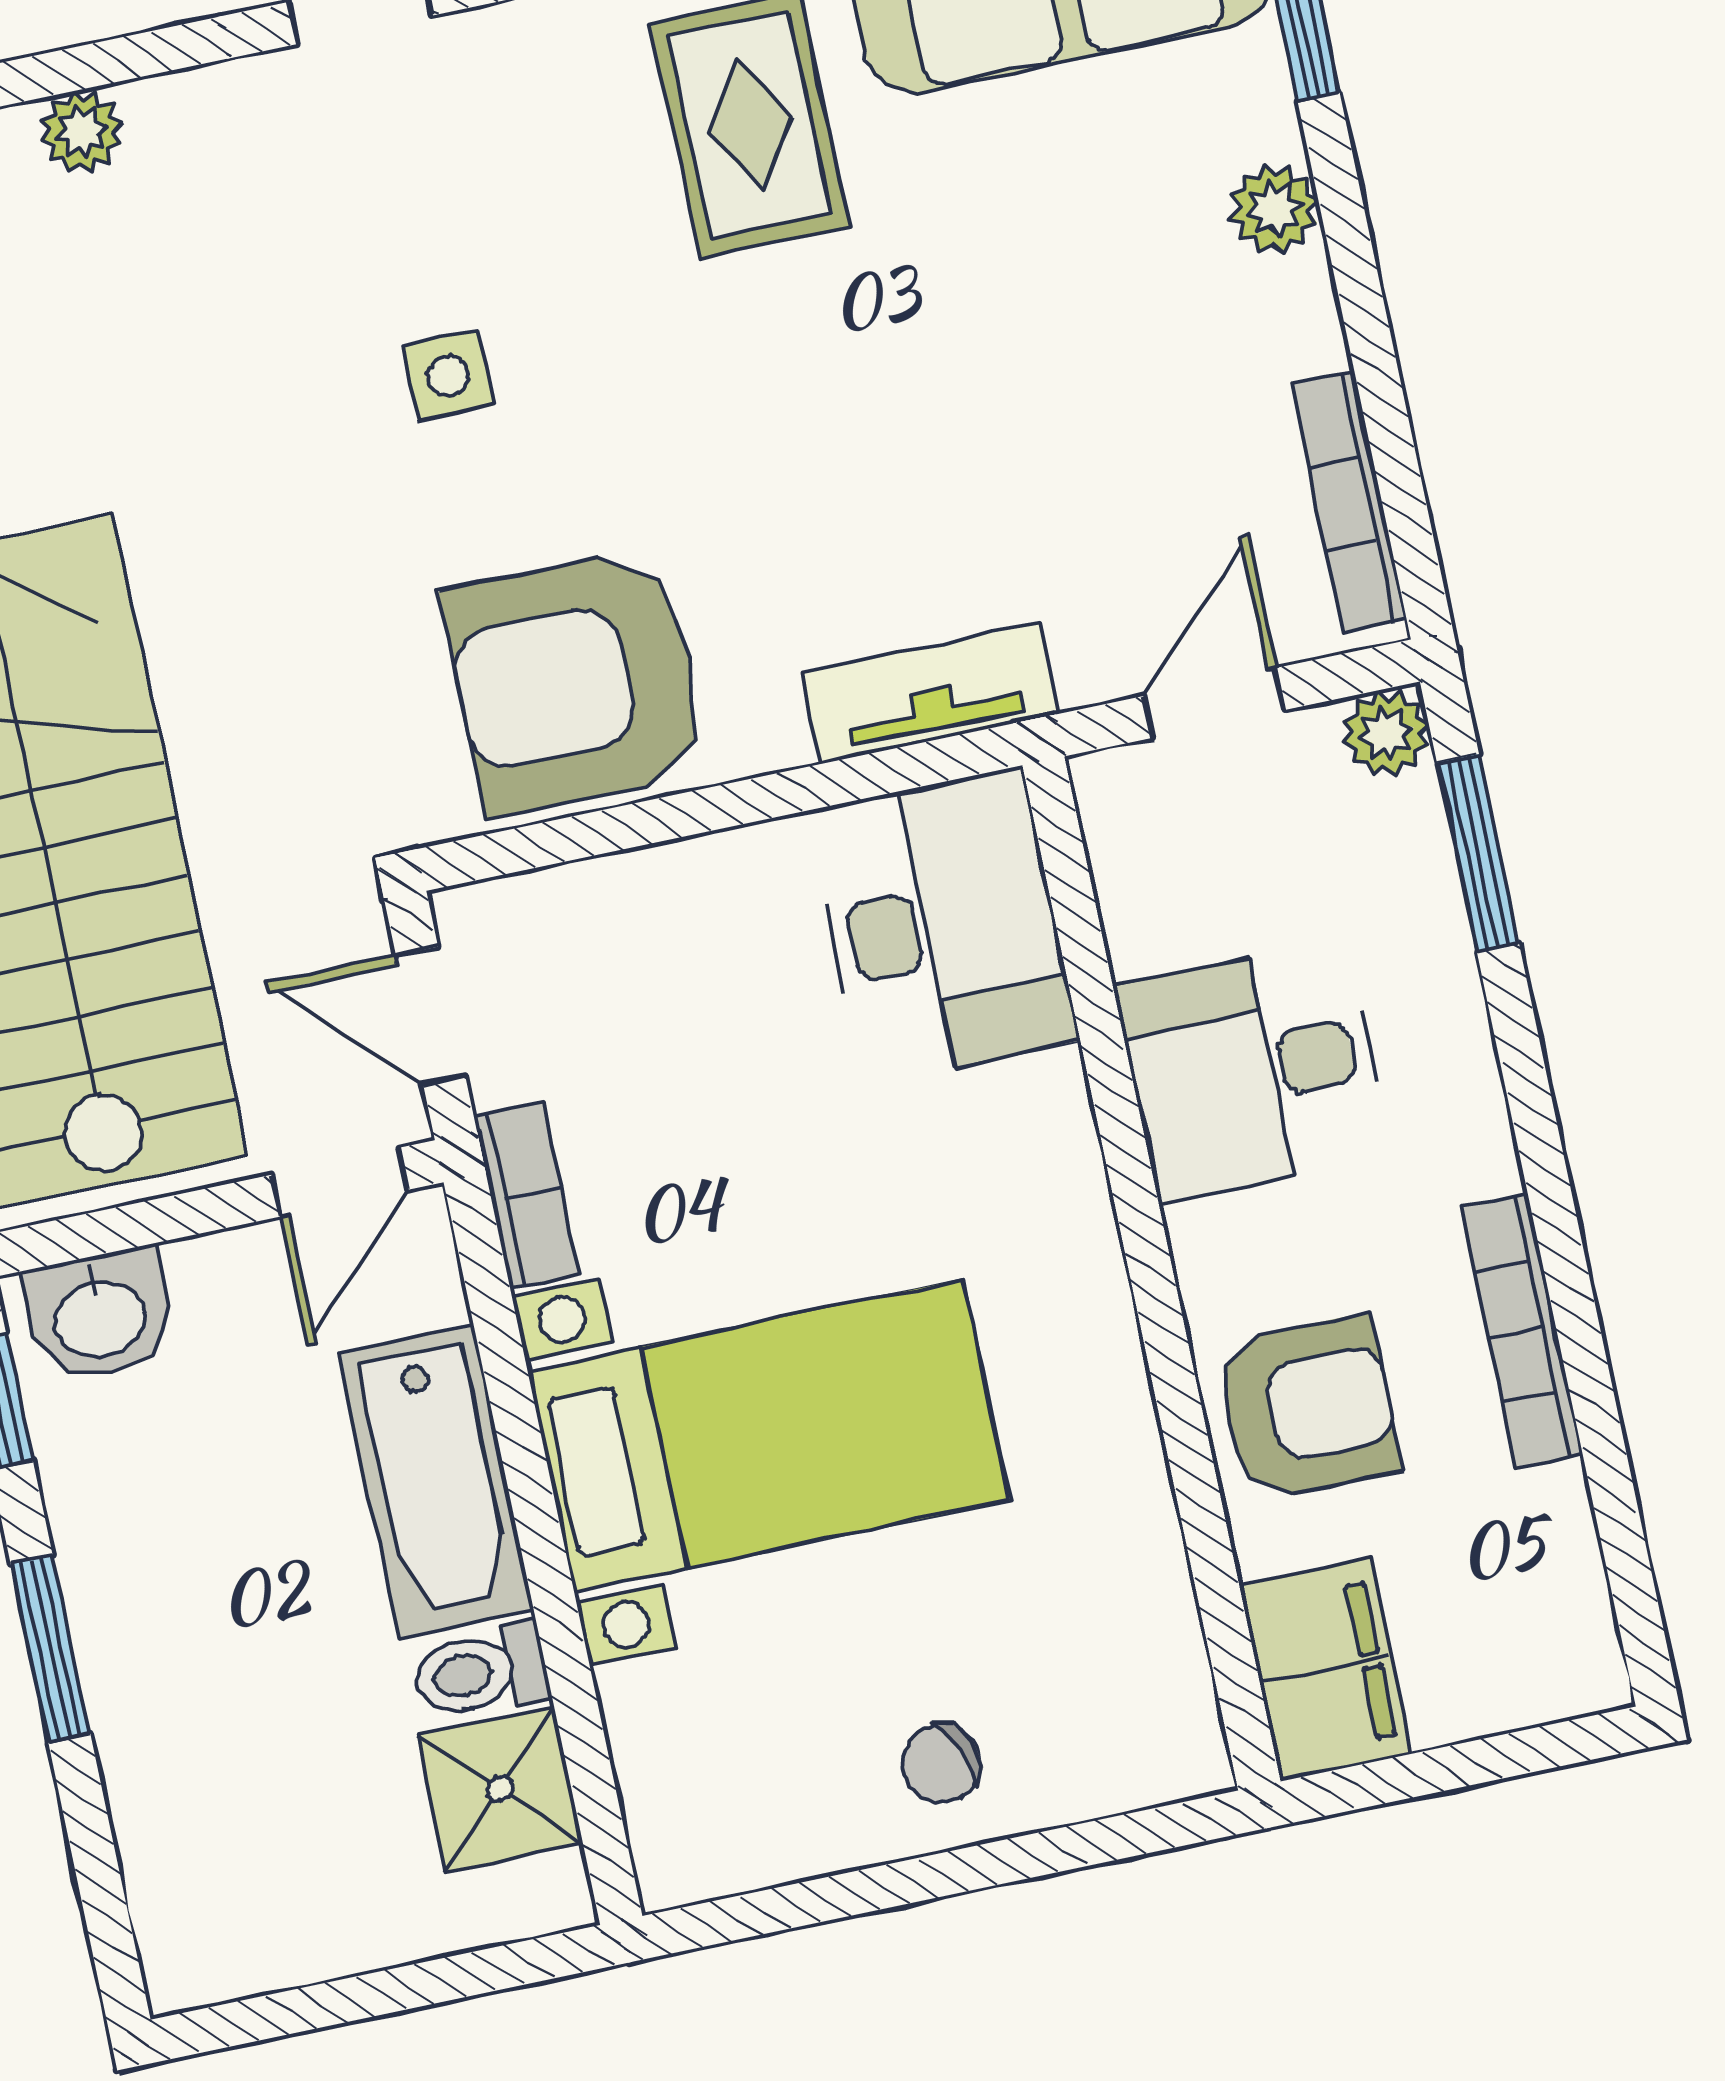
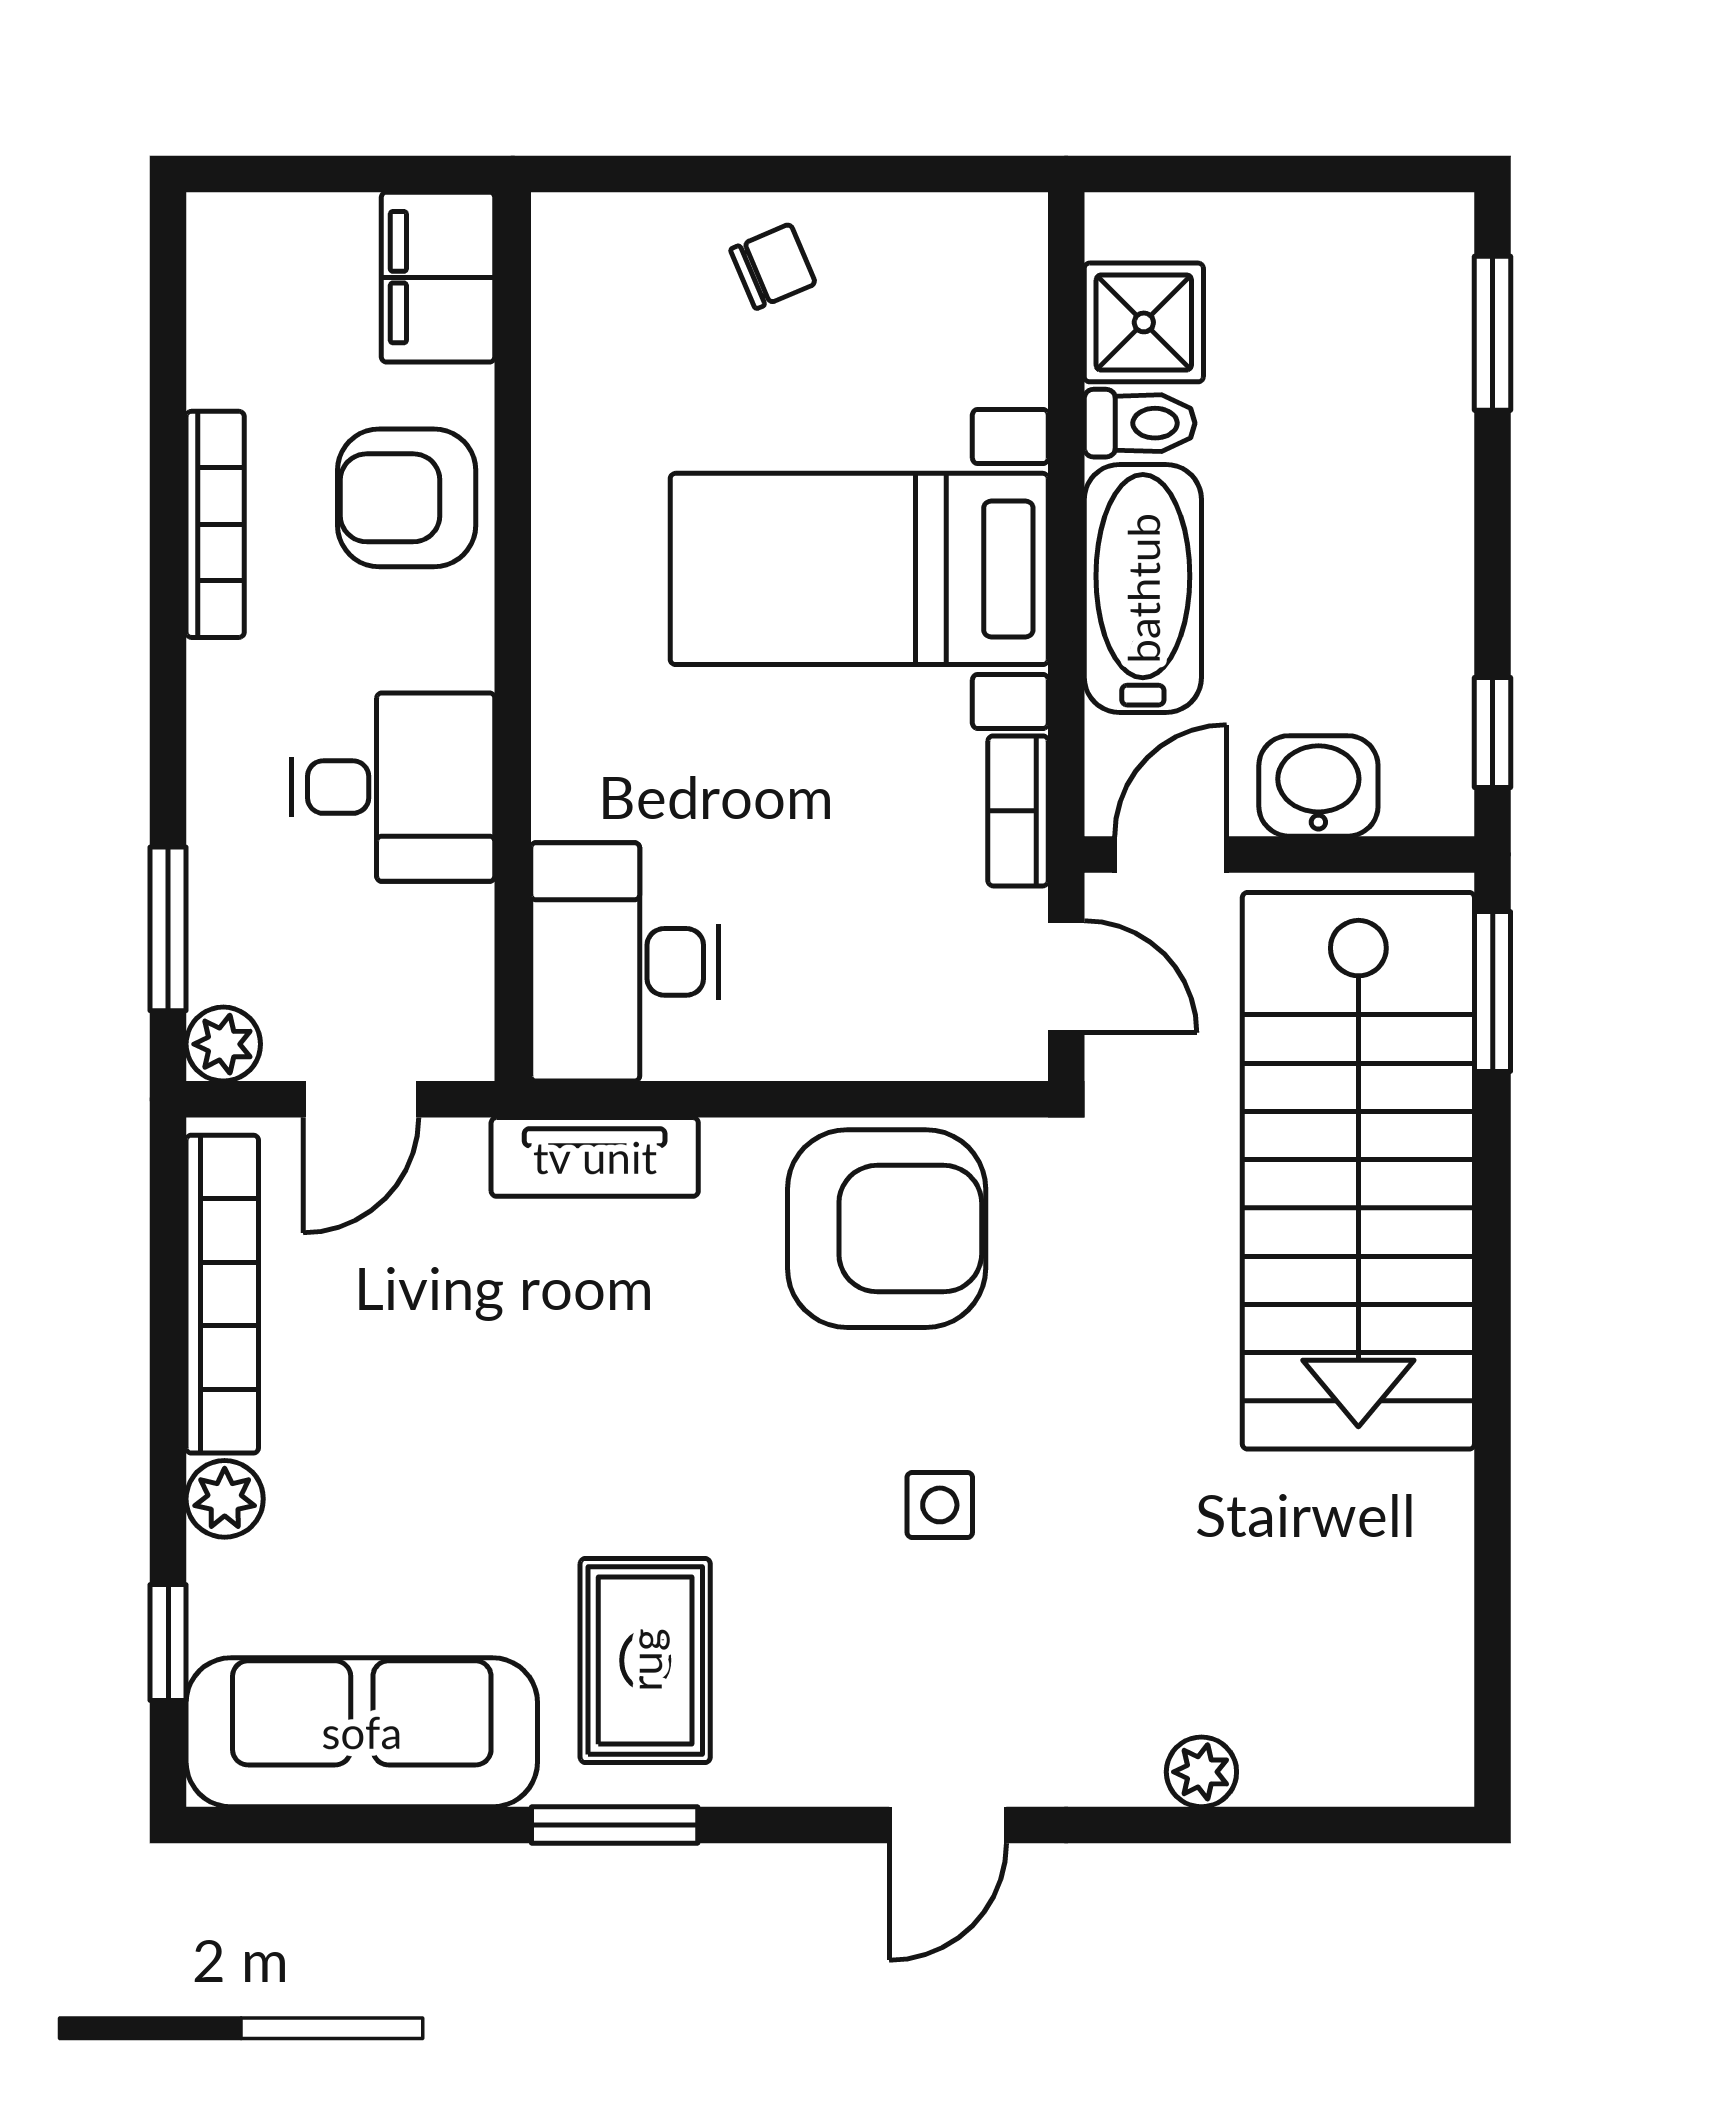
bookcase: (1349, 502) -> (222, 1294), width x1.48, depth x1.31
washbasin: (100, 1315) -> (1318, 786), moved
window: (51, 1649) -> (1493, 333), moved

